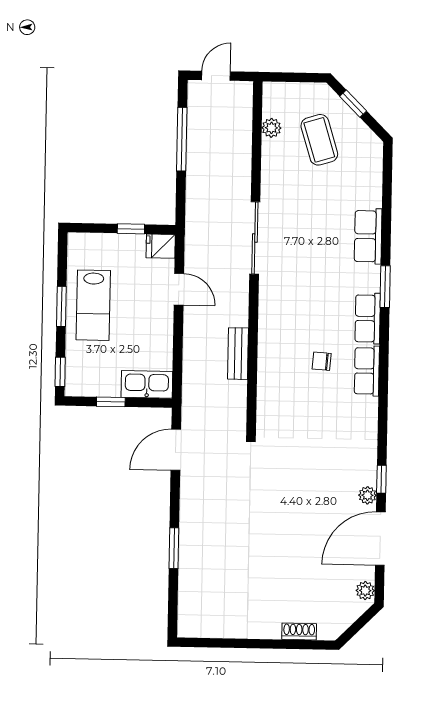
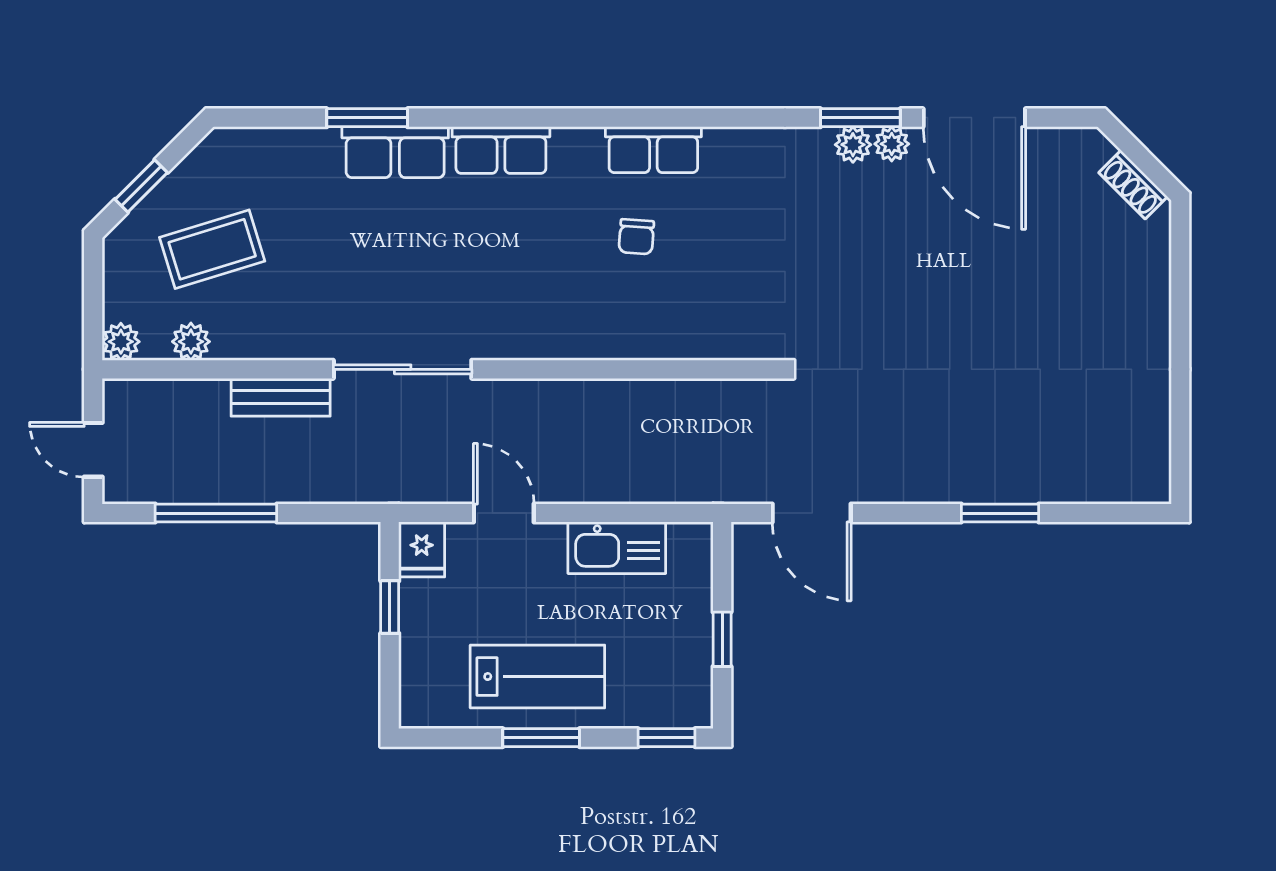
plant: (272, 91) -> (121, 342), added
window: (385, 287) -> (367, 118), moved
door: (179, 289) -> (504, 513), hinge flipped
row of seats: (368, 318) -> (501, 150), moved
bench: (238, 354) -> (281, 397), moved
kitchen sink: (147, 384) -> (617, 548), moved, turned -90
window: (381, 479) -> (860, 118), width x1.50
plant: (365, 591) -> (853, 145), moved
shoe rack: (299, 631) -> (1133, 185), moved, turned -45

